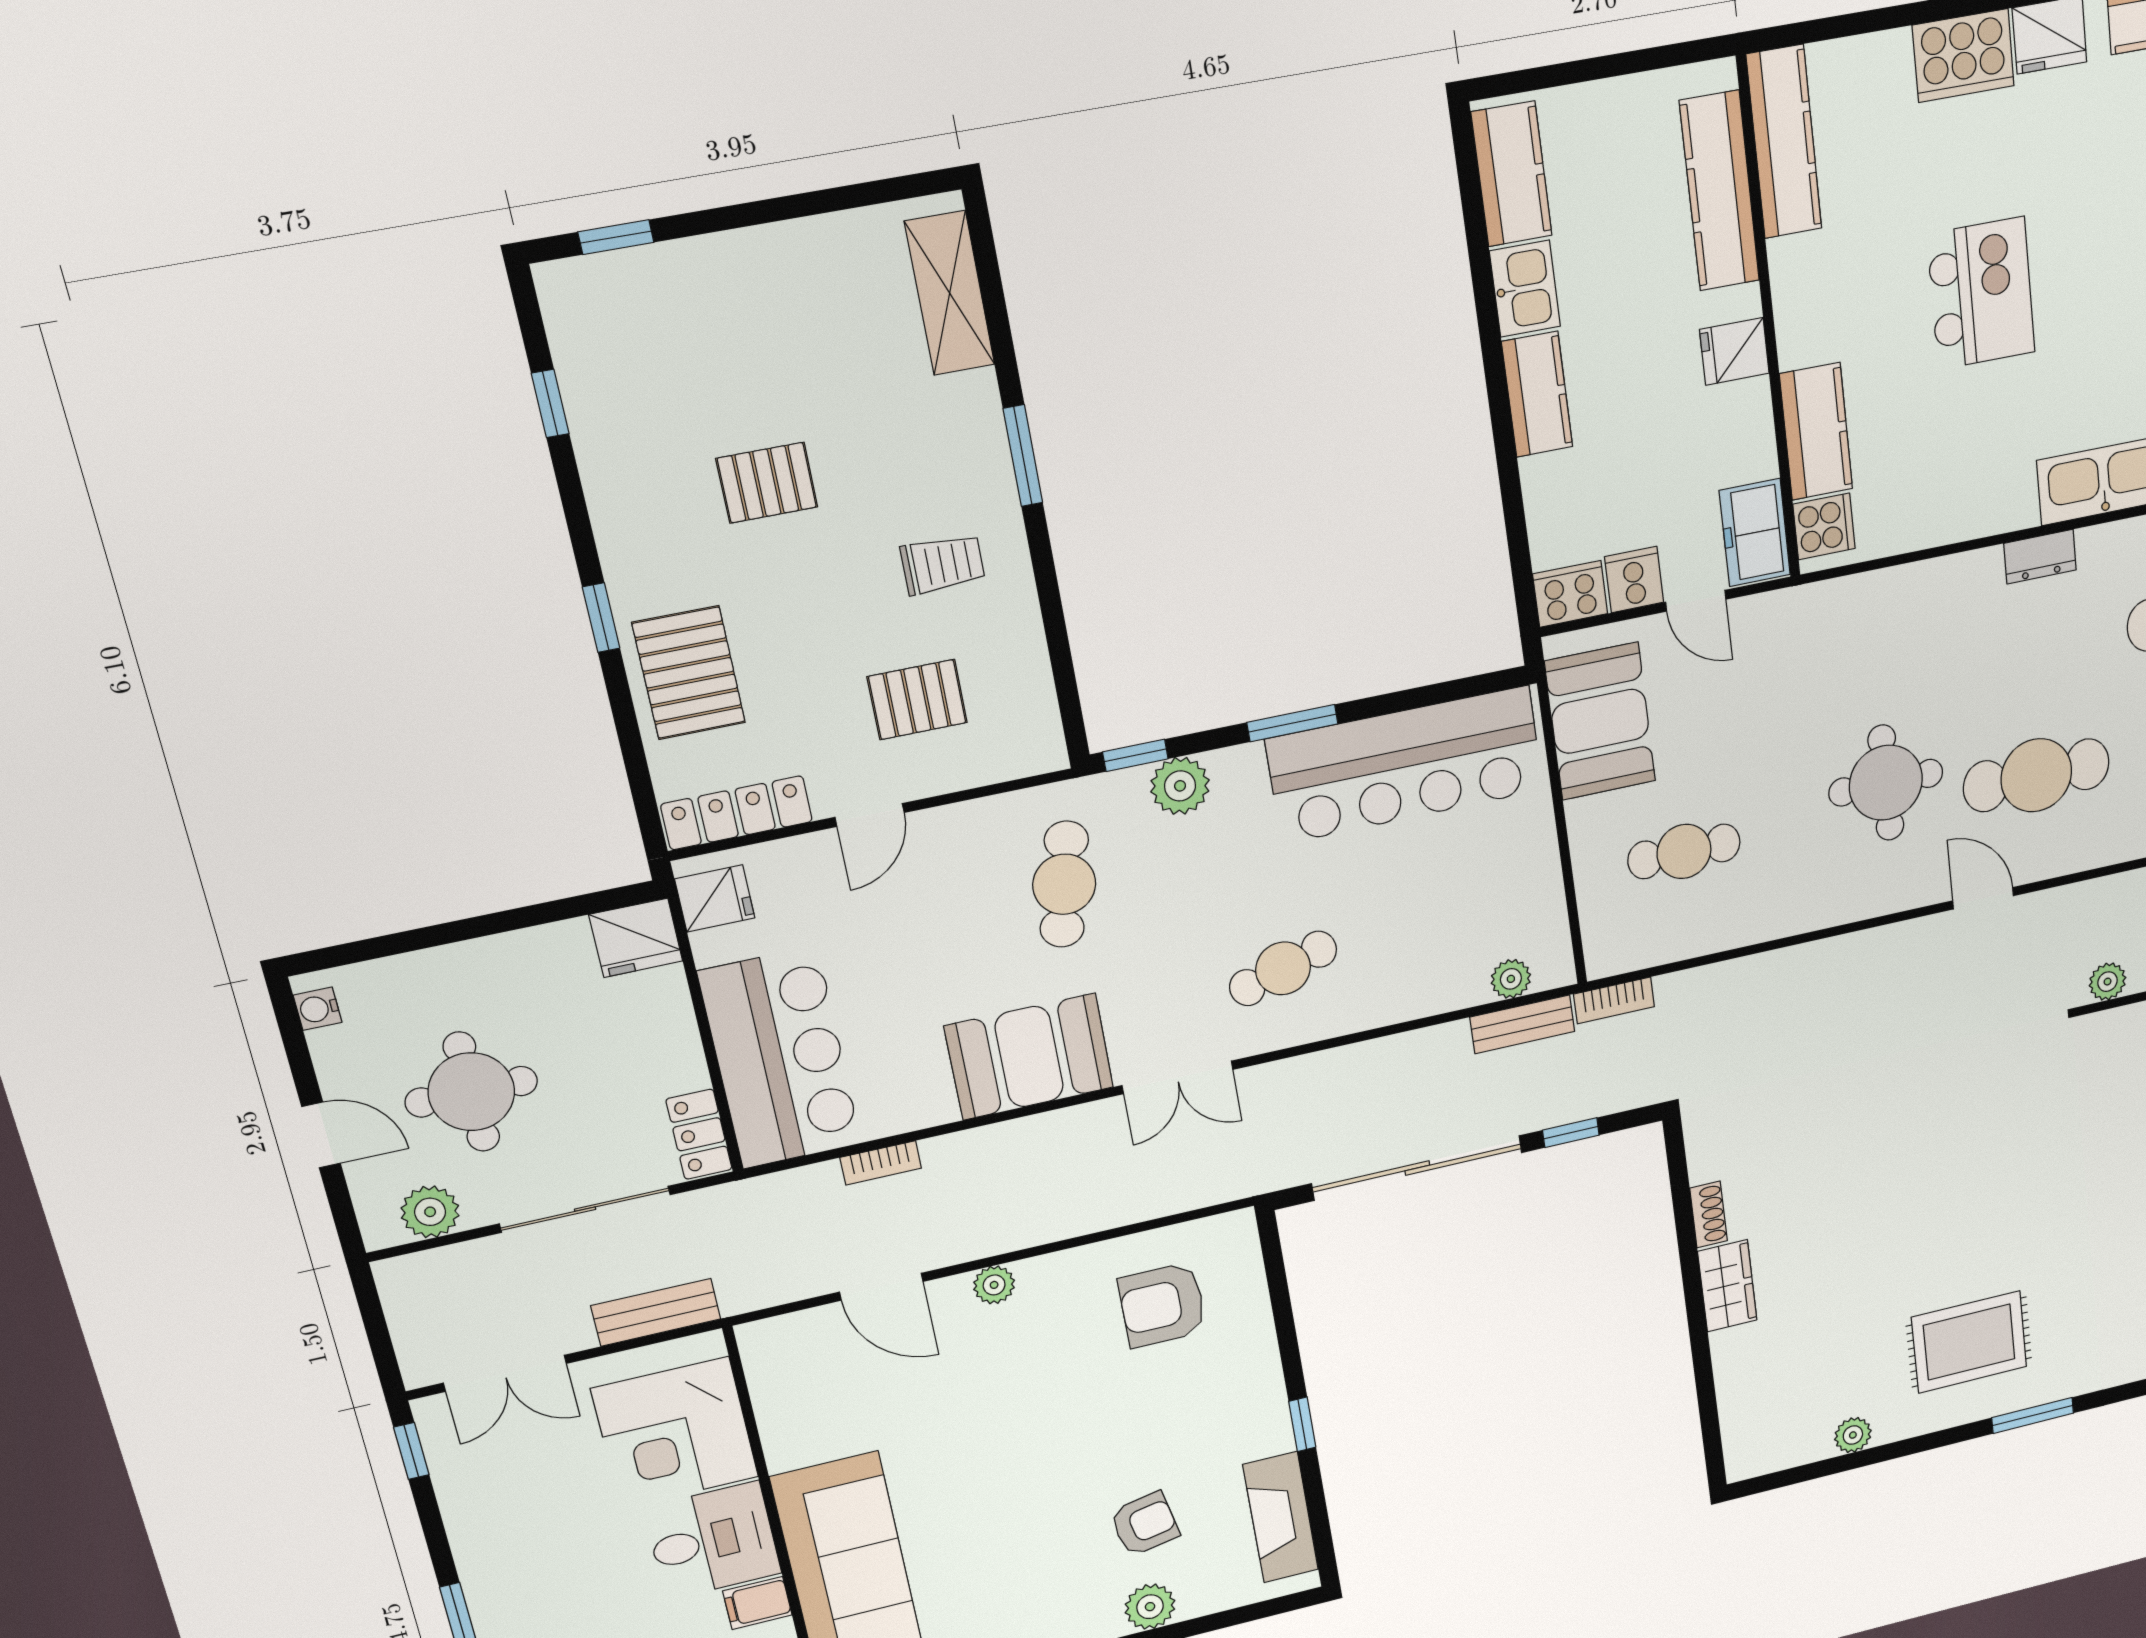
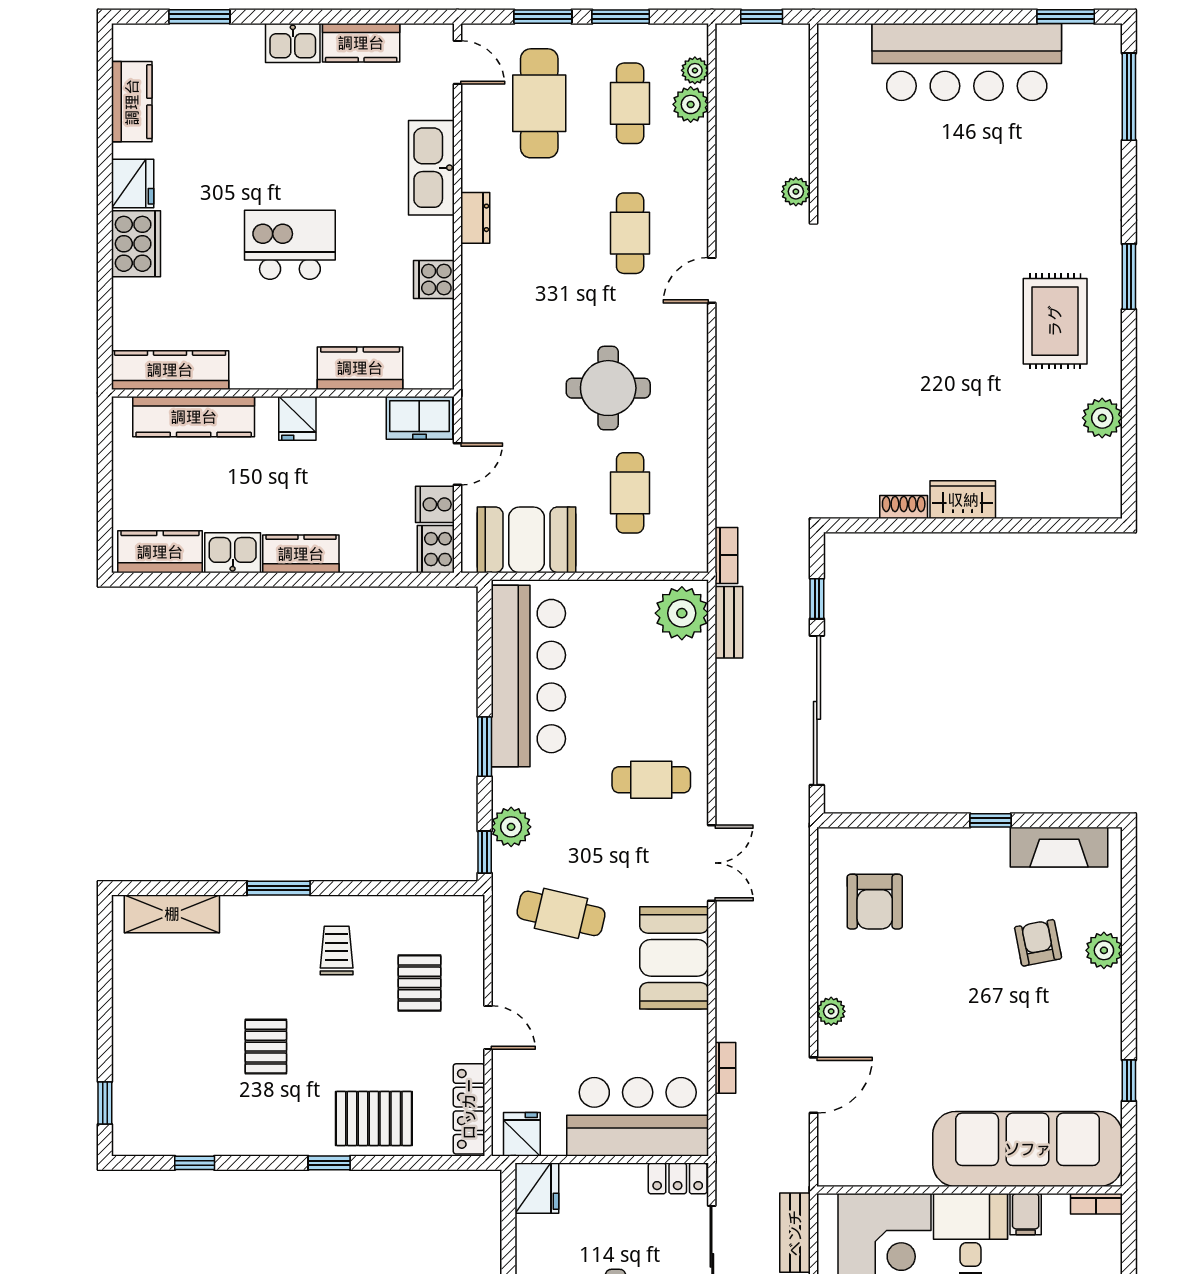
cooker: (1824, 526) -> (434, 280), moved, turned -90
cafe table: (2036, 775) -> (630, 233), width x0.73, depth x0.74
round table: (1886, 783) -> (608, 388), moved
cafe table: (1283, 968) -> (651, 780), turned -73
plant: (1511, 979) -> (682, 613), width x1.88, depth x1.88
plant: (1853, 1435) -> (1102, 418), width x1.38, depth x1.38

